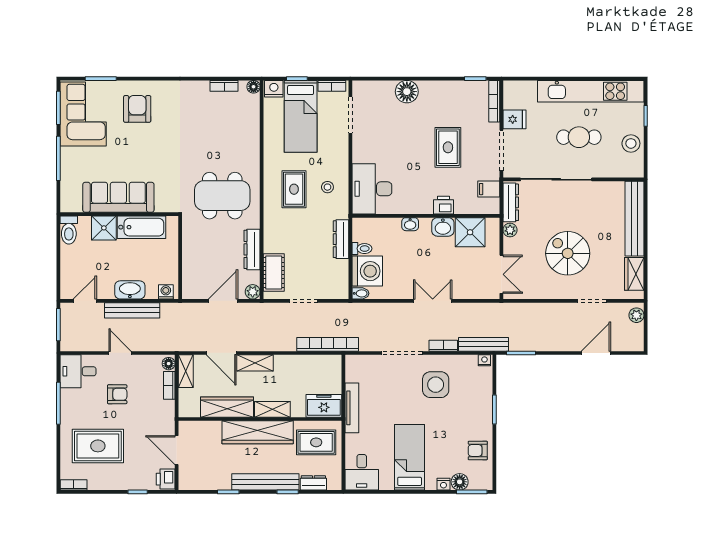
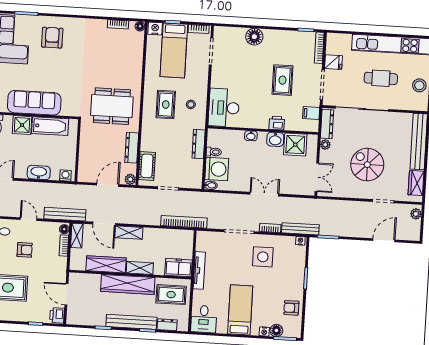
bench: (132, 310) -> (65, 214), moved

